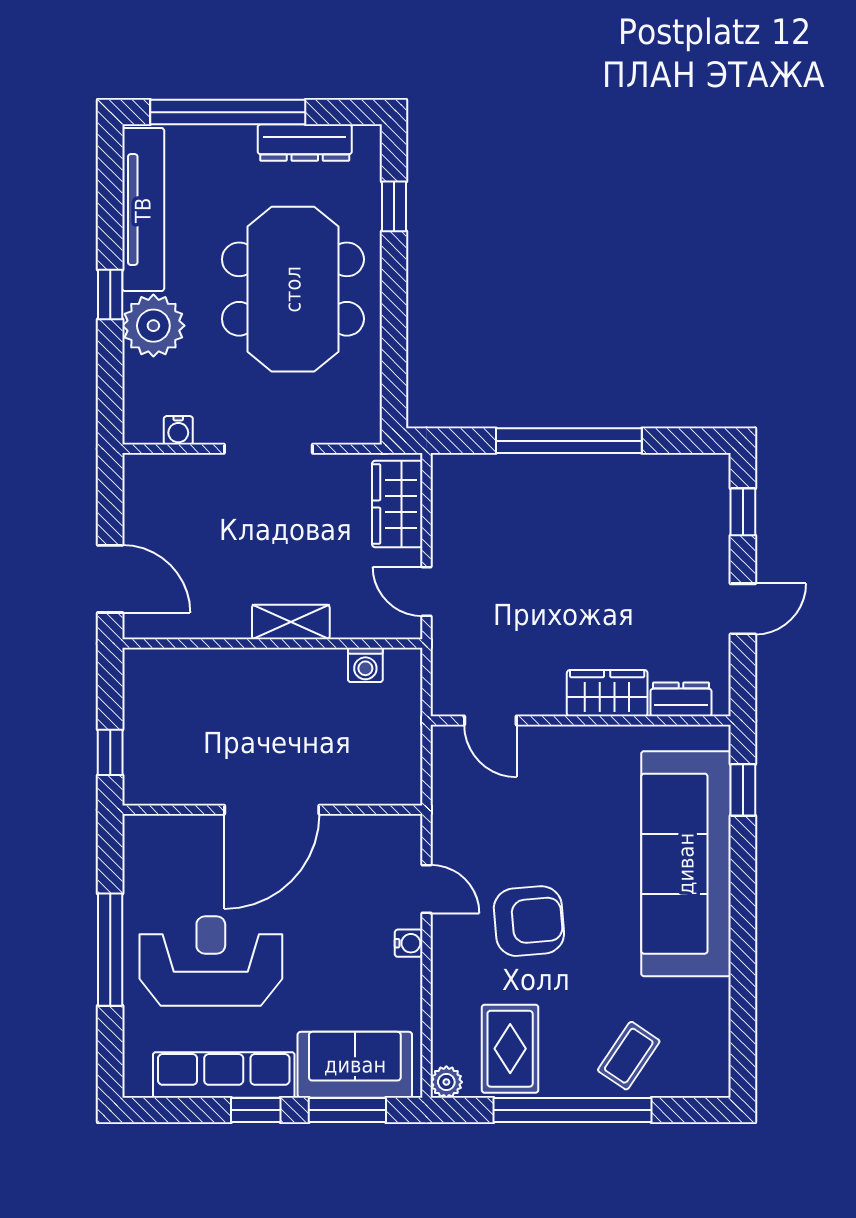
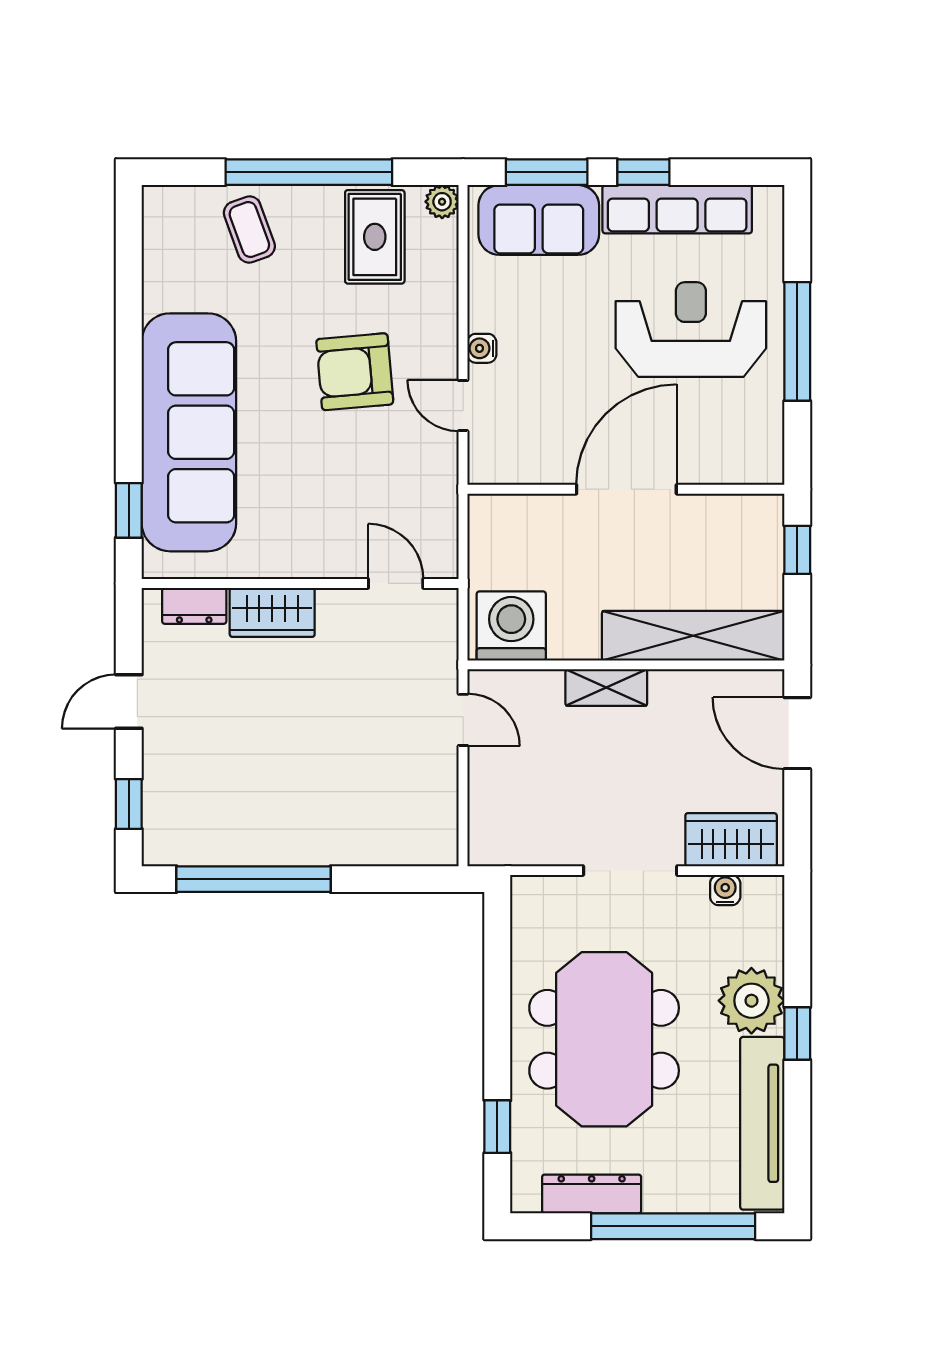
window: (569, 441) -> (254, 879), moved
wardrobe: (397, 504) -> (731, 840), moved, turned -90
washing machine: (365, 665) -> (511, 626), width x1.89, depth x1.89
shelving: (209, 671) -> (693, 636), added
reception desk: (211, 961) -> (691, 330), turned 180
coffee table: (629, 1056) -> (249, 229), turned -54

